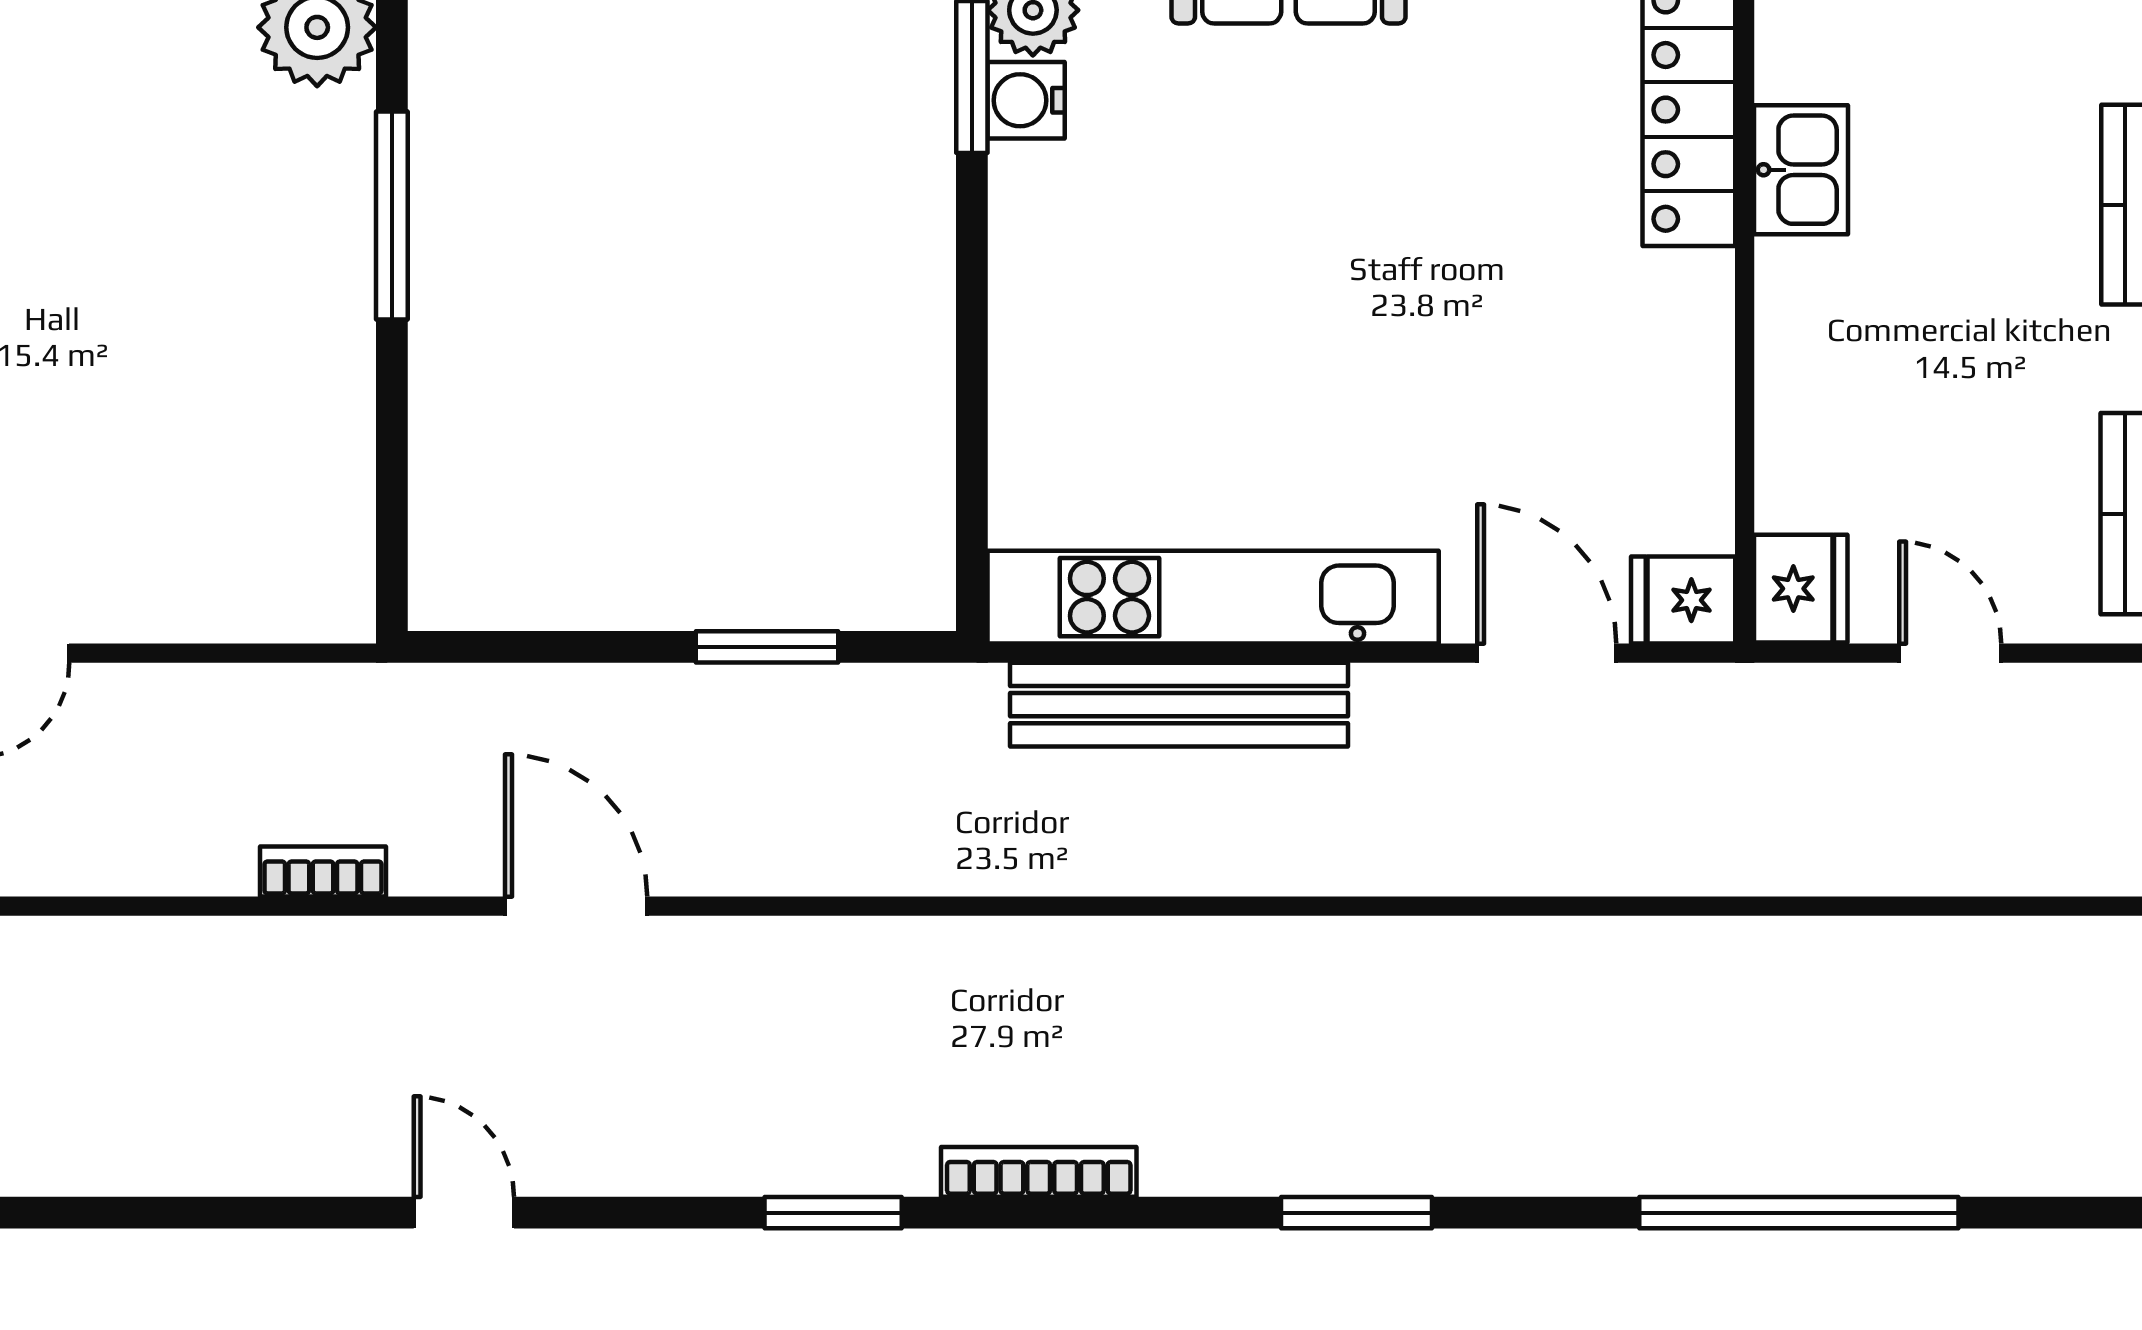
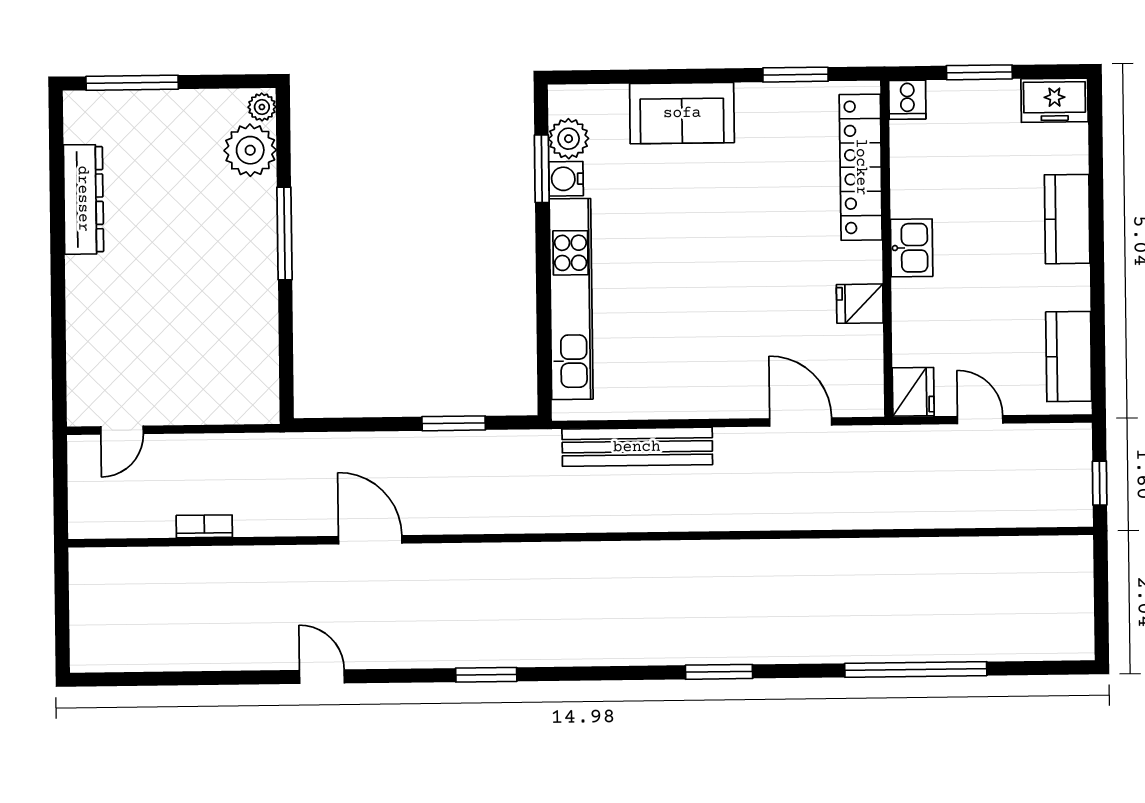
kitchen sink: (1801, 170) -> (912, 248), moved
kitchen unit: (1213, 597) -> (571, 299), moved, turned 90
fridge: (1683, 600) -> (860, 304), moved
bookcase: (323, 871) -> (204, 526), moved
bookcase: (1039, 1172) -> (577, 655), removed

